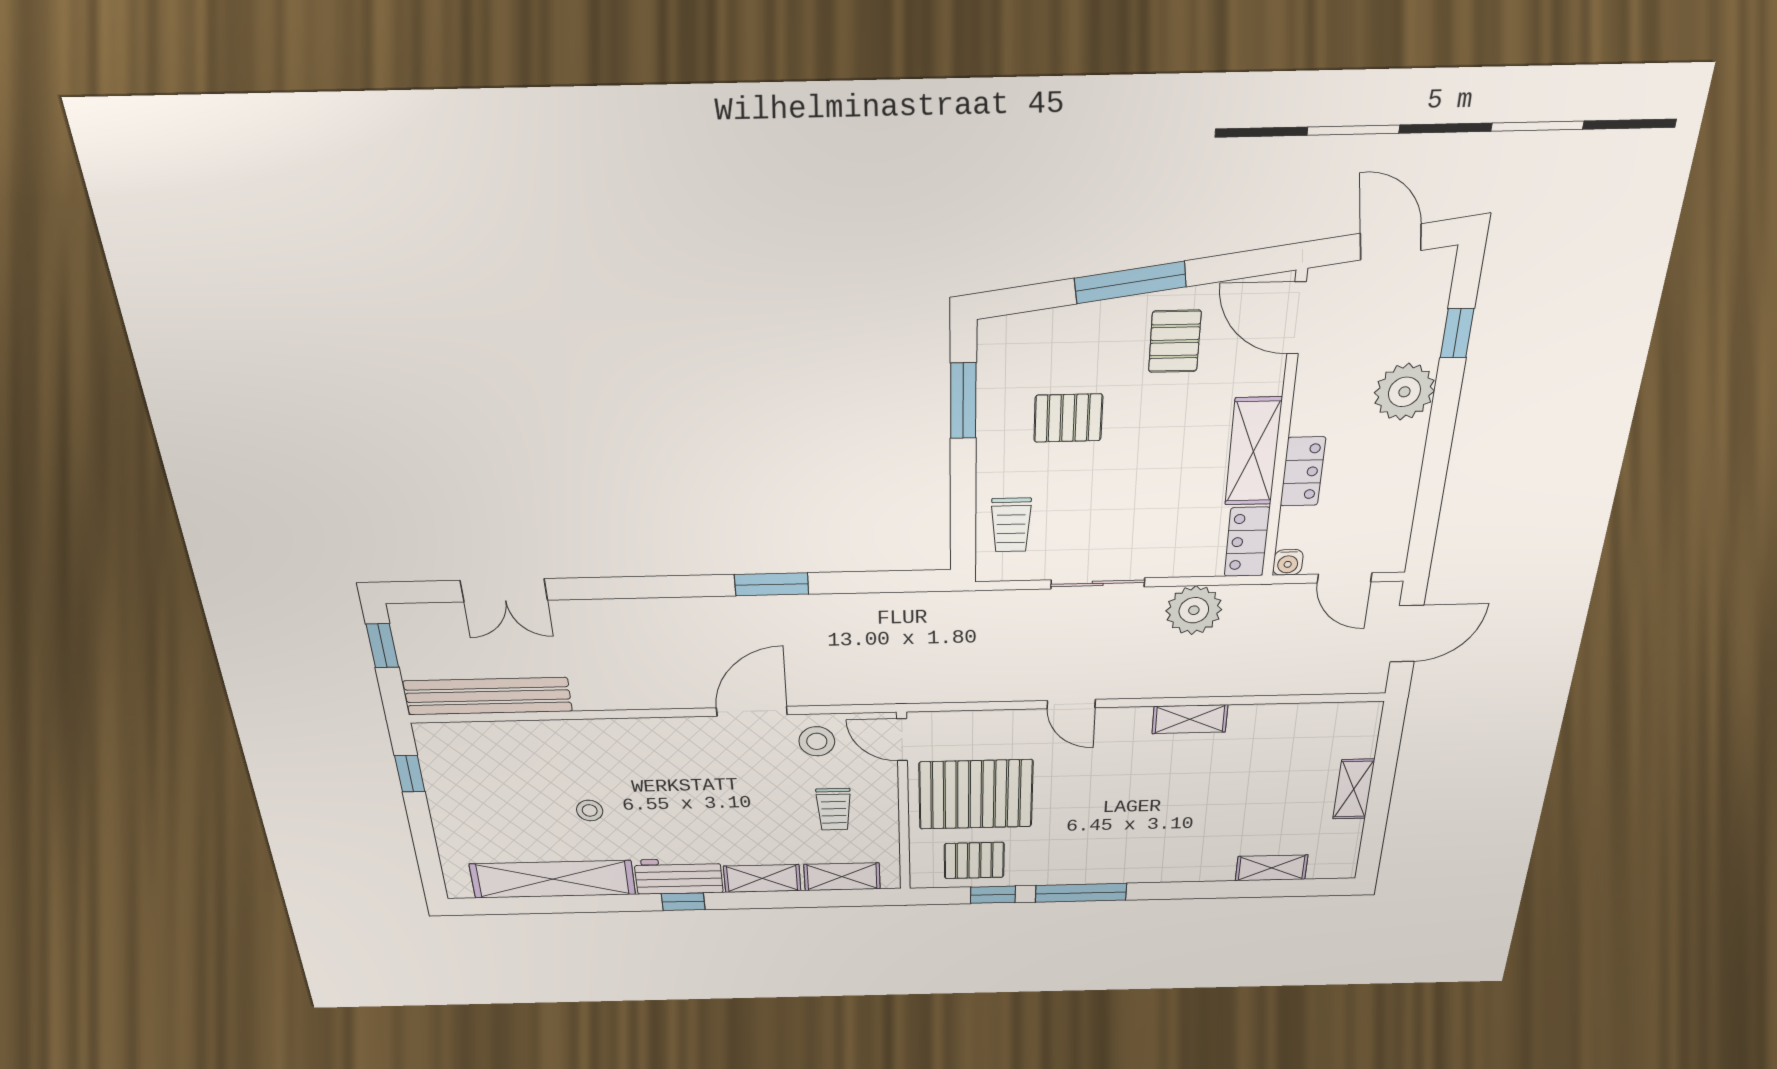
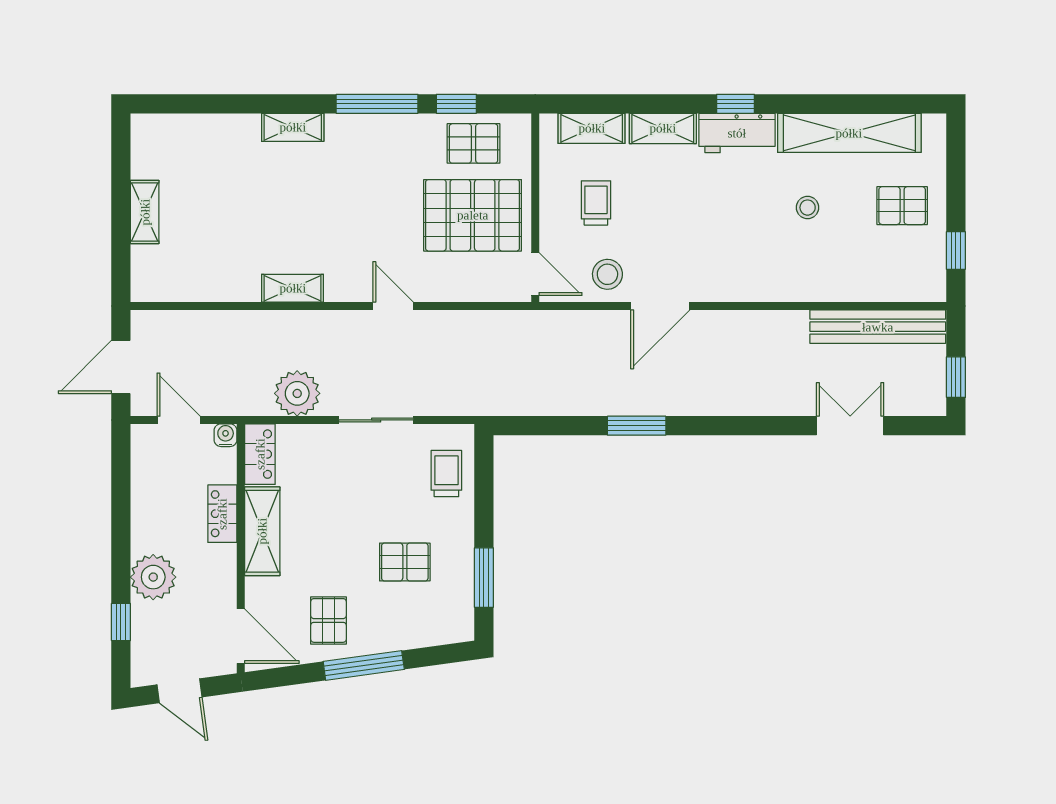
pallet: (481, 815) -> (902, 206), added
shelving: (1271, 868) -> (293, 127), moved

